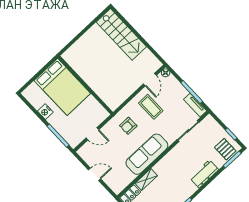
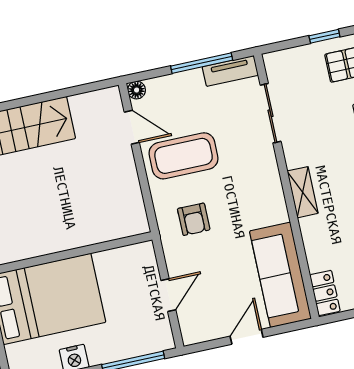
coffee table: (151, 107) -> (184, 156), width x1.36, depth x1.32
sofa: (147, 154) -> (280, 275), moved
shelving: (146, 180) -> (303, 192), moved

